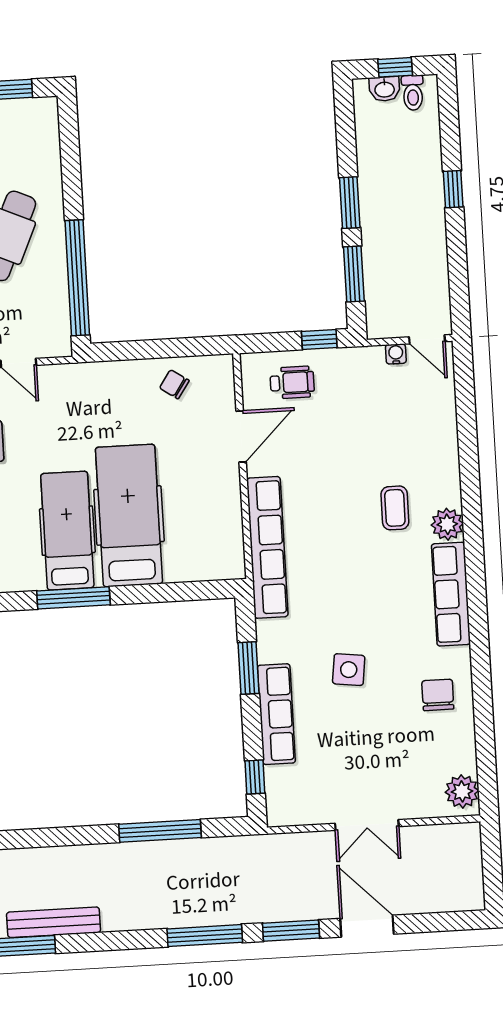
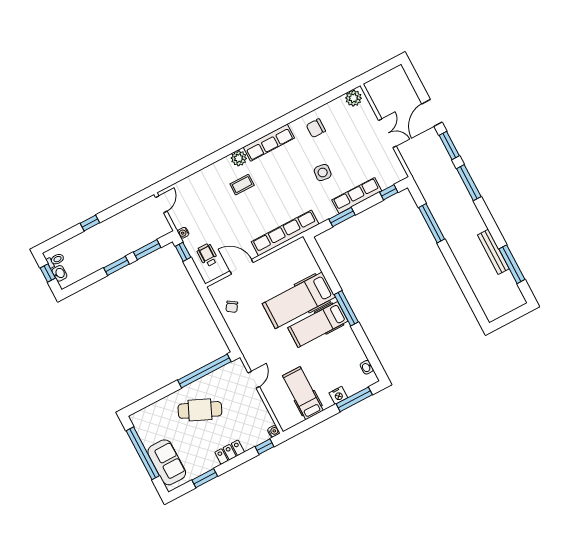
water cooler: (396, 354) -> (183, 233), moved

